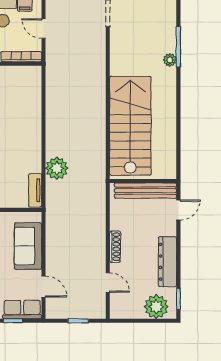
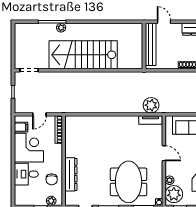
stairs: (130, 126) -> (83, 55), moved
plant: (57, 168) -> (151, 105), moved

